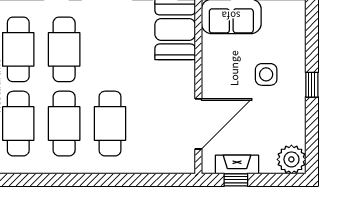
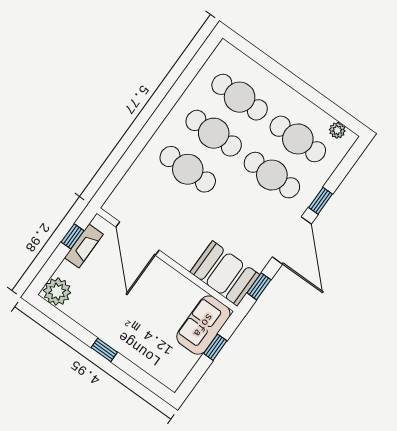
side table: (266, 74) -> (138, 320), removed

